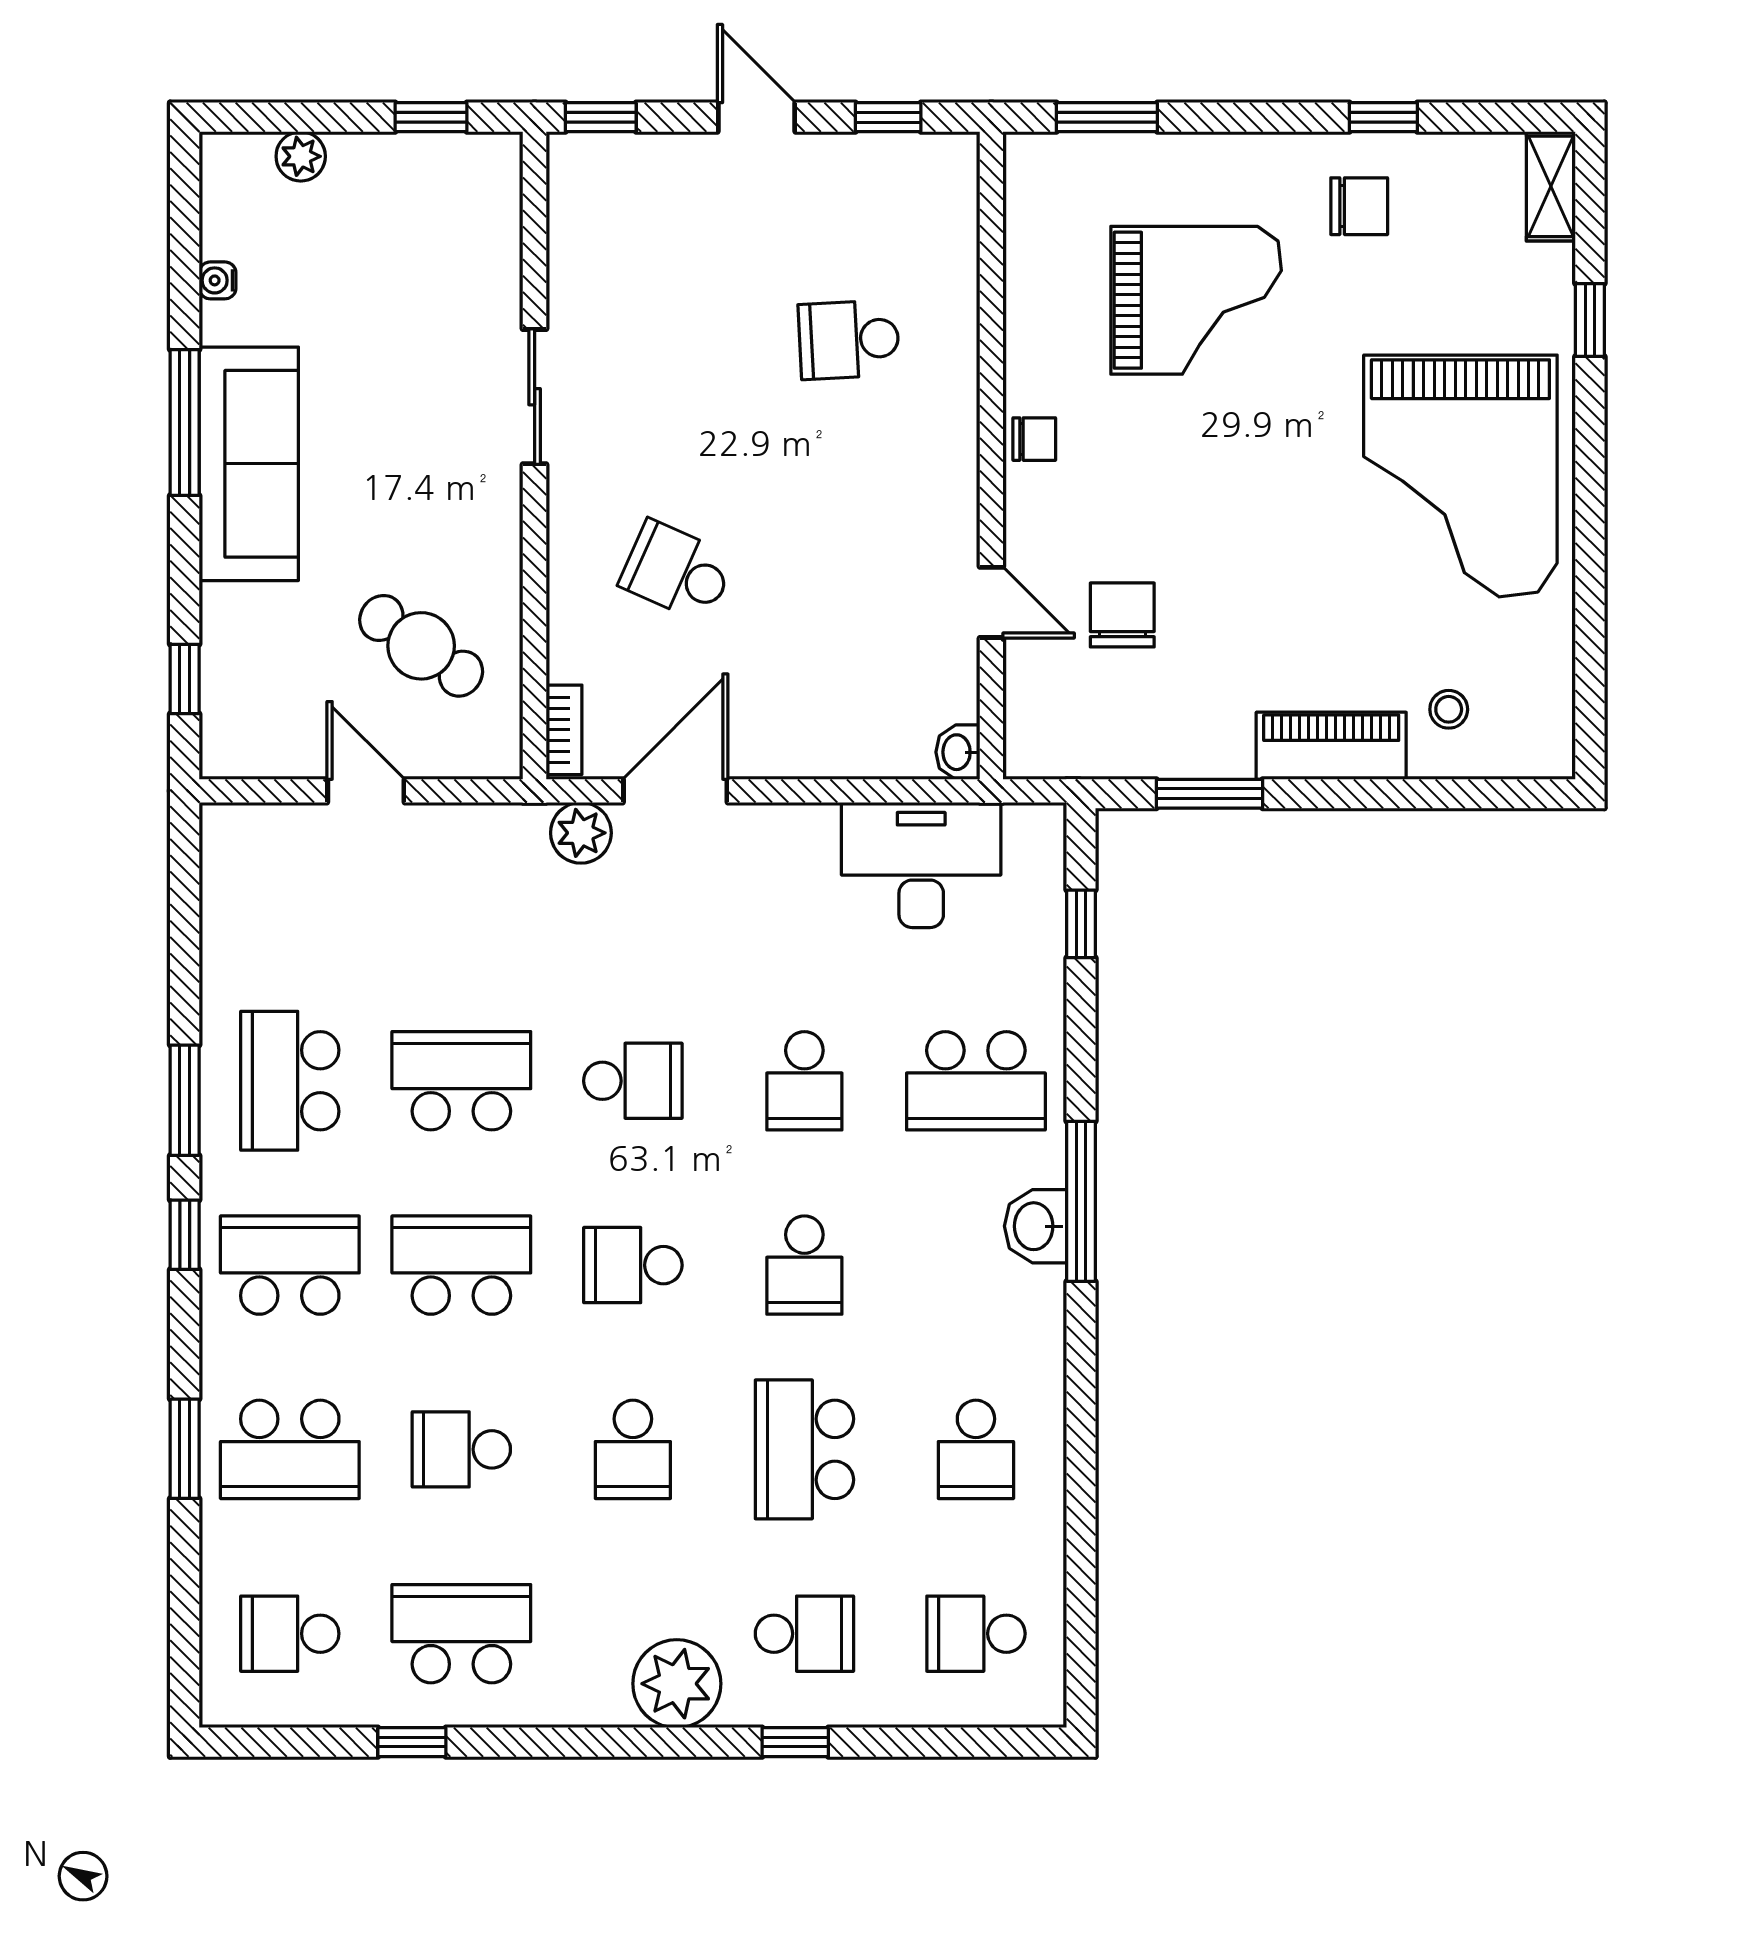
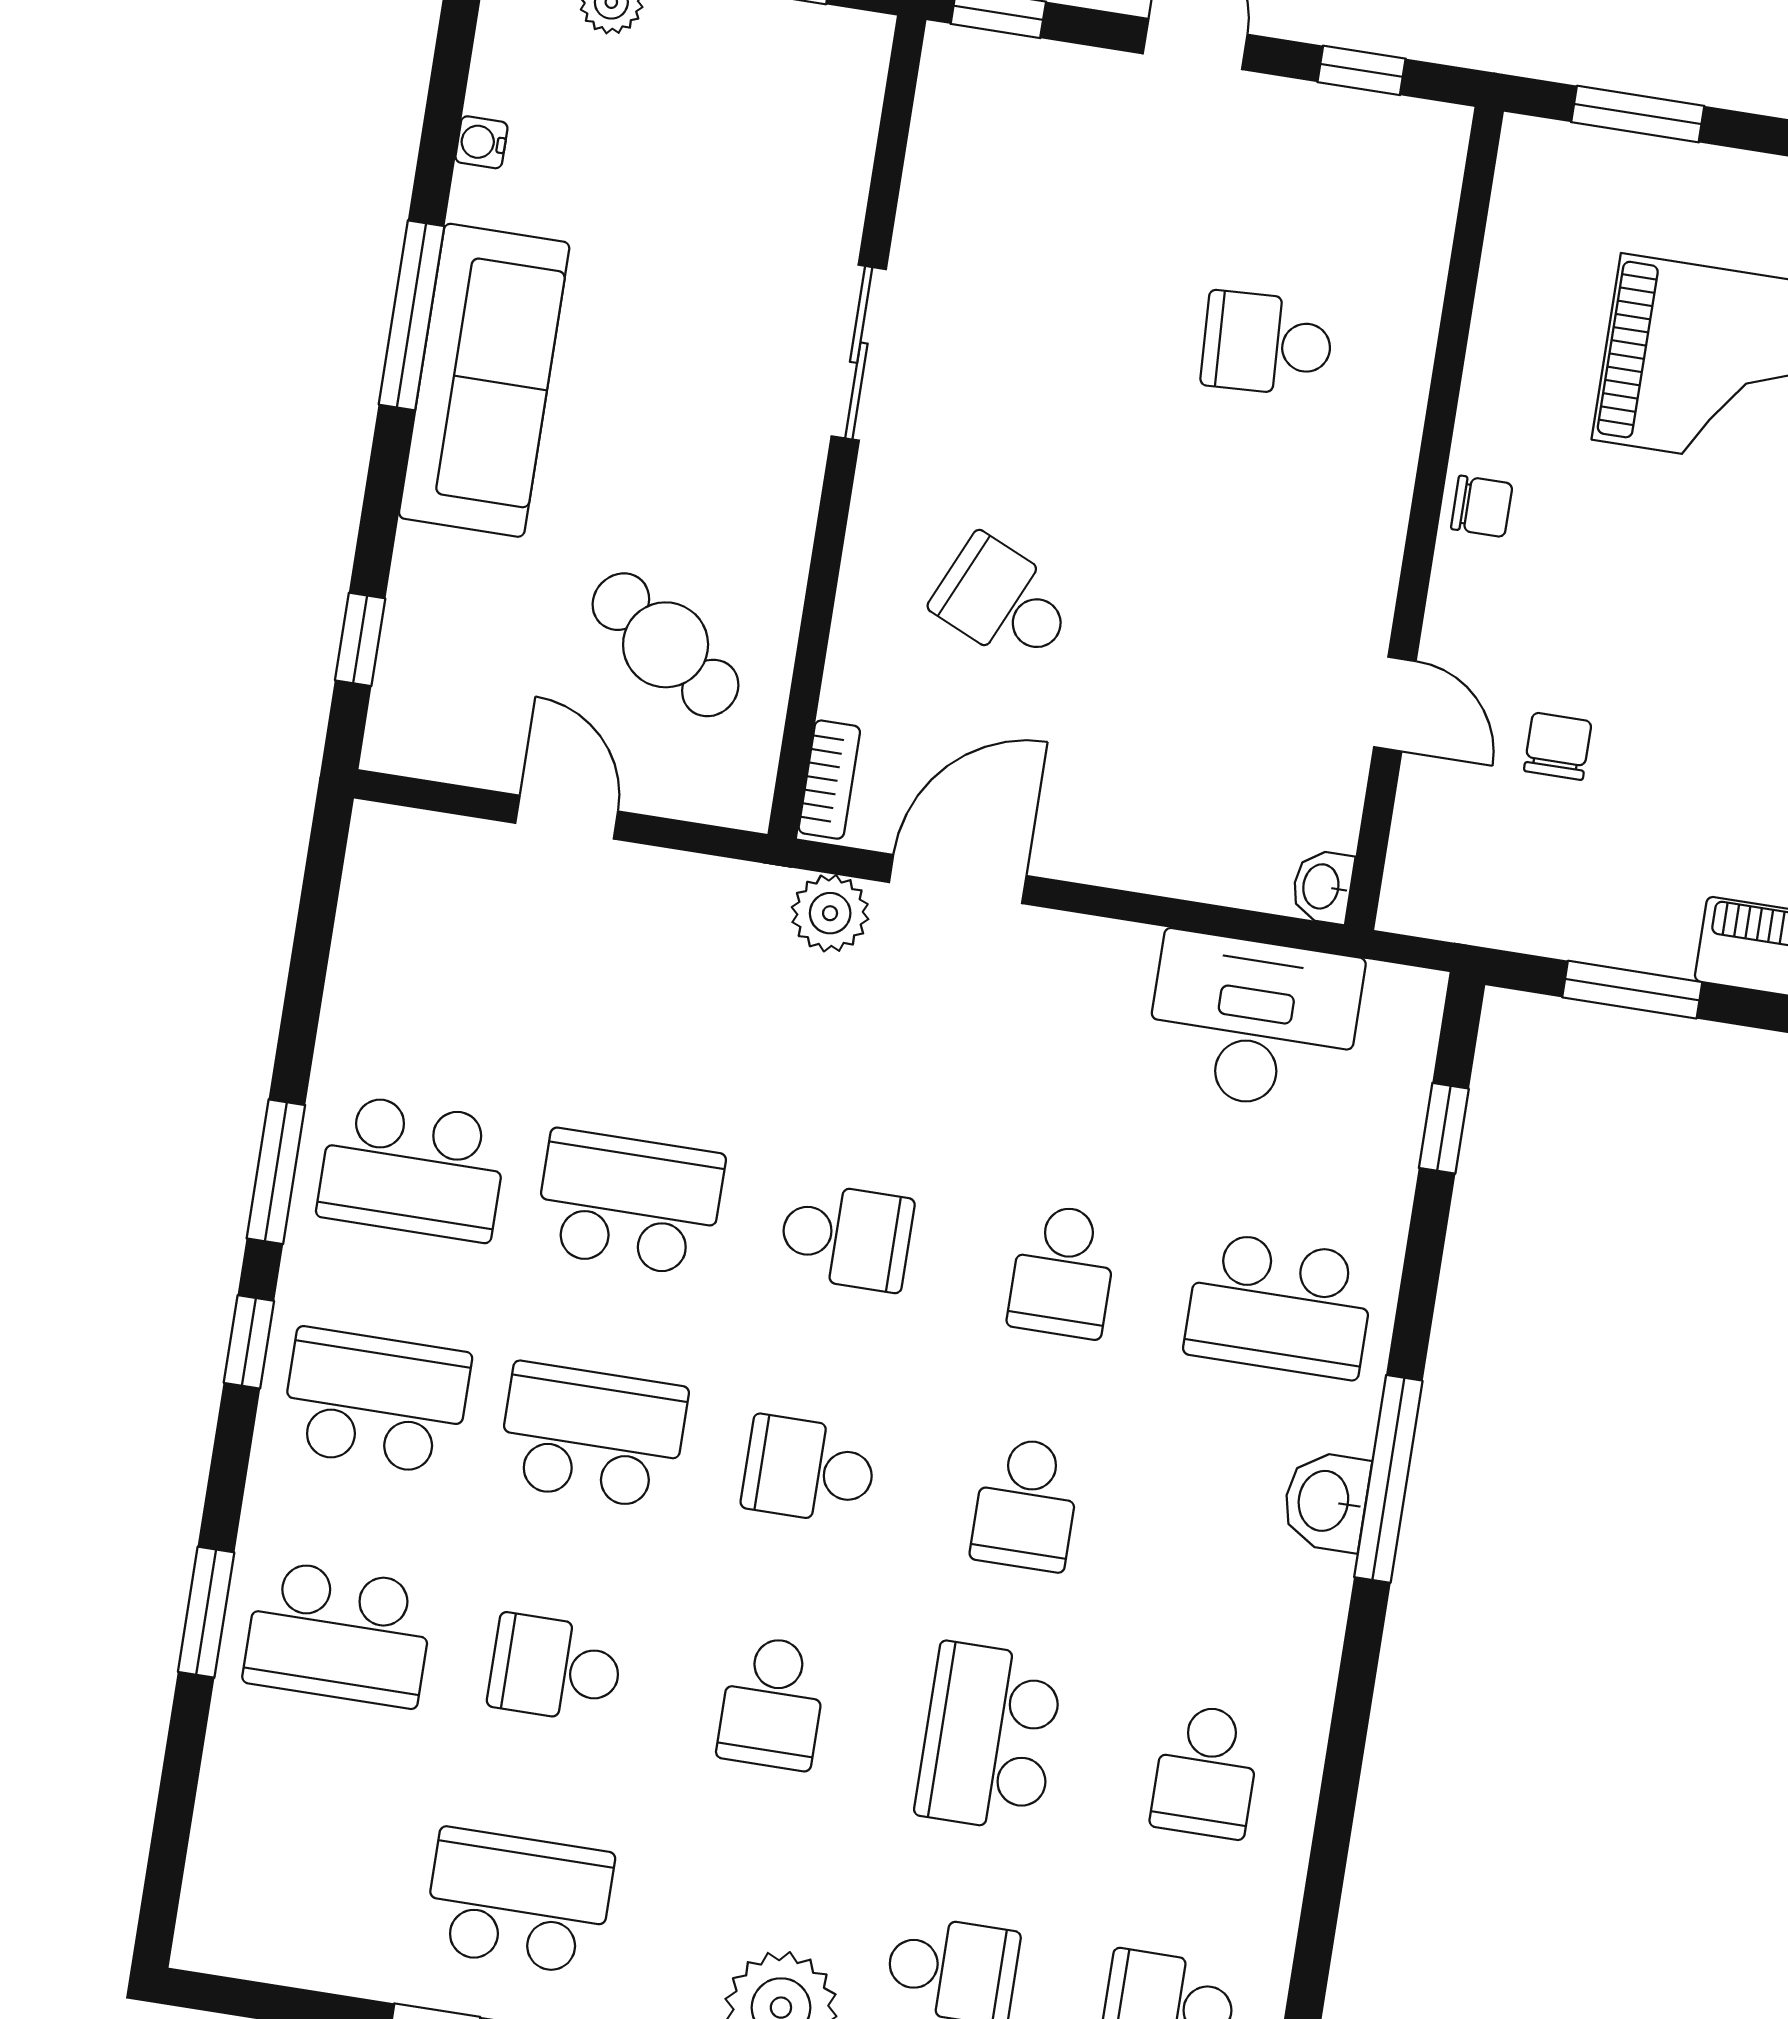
chair: (1122, 615) -> (1558, 746), width x0.73, depth x0.73
school desk: (290, 1081) -> (413, 1168), turned -90
school desk: (290, 1634) -> (302, 1867), removed

